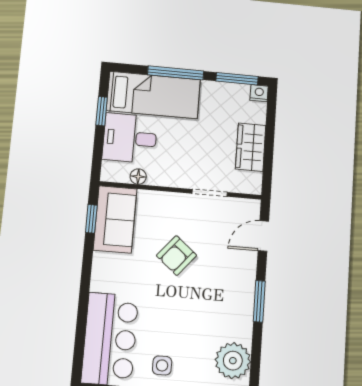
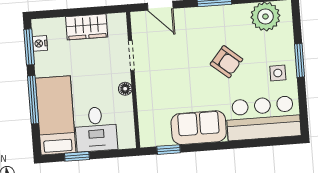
nightstand: (259, 93) -> (40, 43), moved
floor lamp: (138, 177) -> (125, 89), moved
sofa: (115, 219) -> (199, 128), moved
armchair: (177, 255) -> (226, 62), moved

